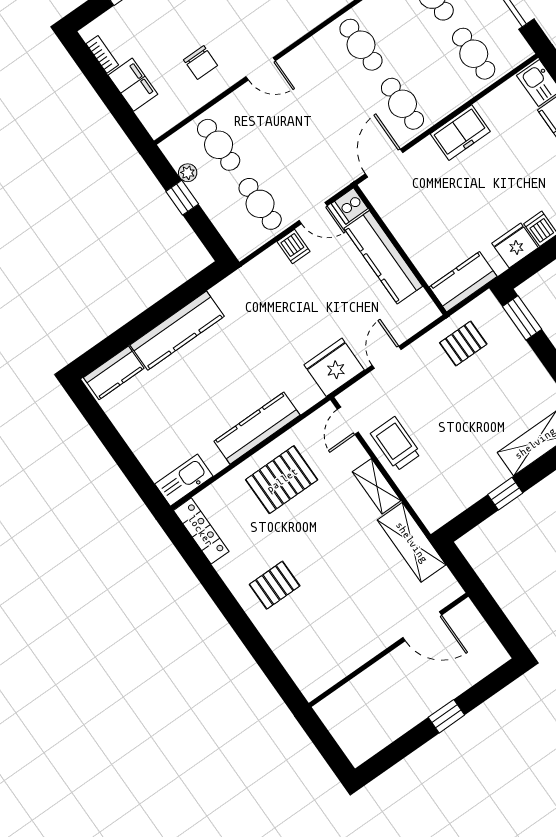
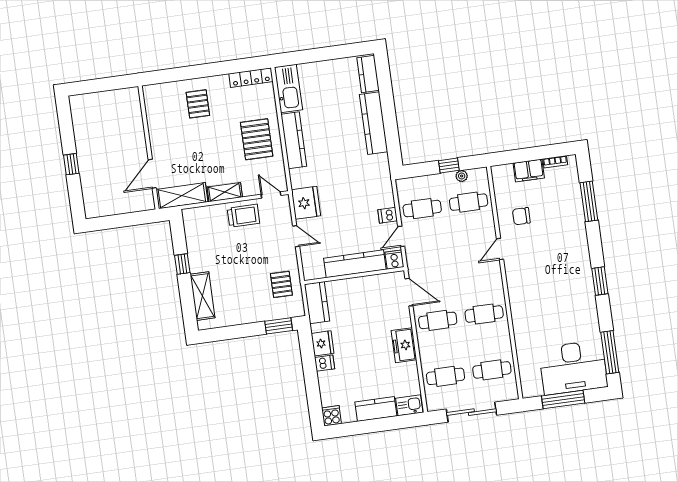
kitchen sink: (184, 480) -> (288, 88), width x1.36, depth x1.24
door: (422, 626) -> (152, 174), moved
wall: (389, 650) -> (149, 147), moved

